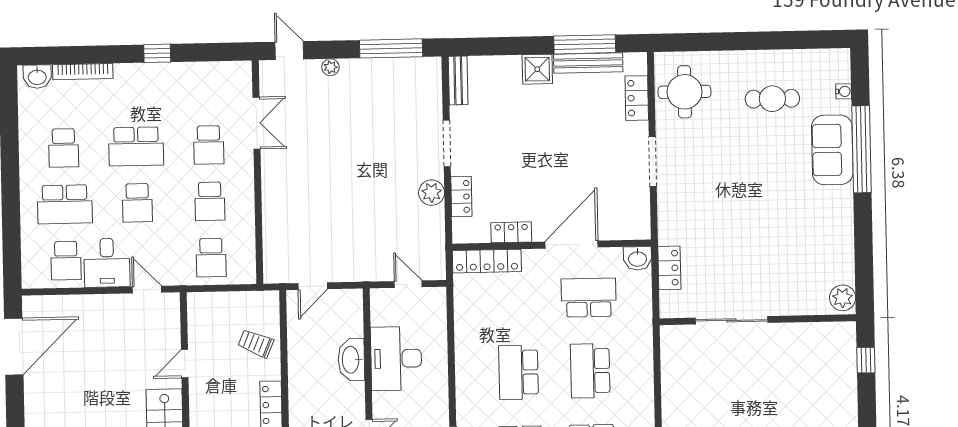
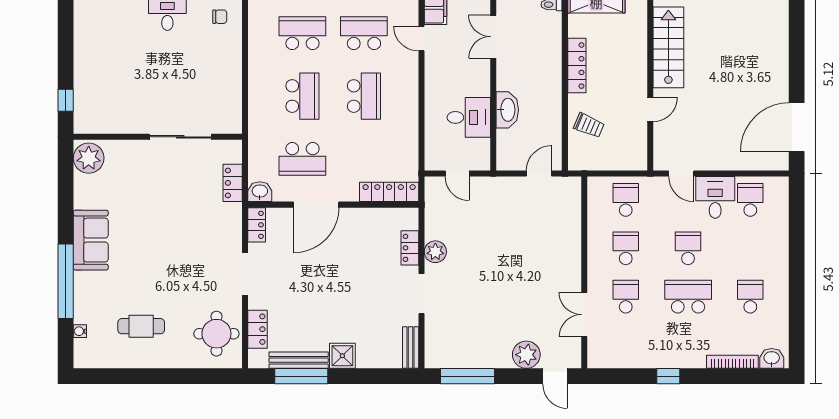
plant: (330, 67) -> (526, 355), width x1.88, depth x1.88
sofa: (832, 150) -> (91, 240), moved
school desk: (65, 204) -> (750, 248), removed
locker: (511, 232) -> (257, 225), moved, turned -90
plant: (843, 298) -> (89, 158), width x1.36, depth x1.36
desk: (396, 359) -> (469, 117), width x0.73

